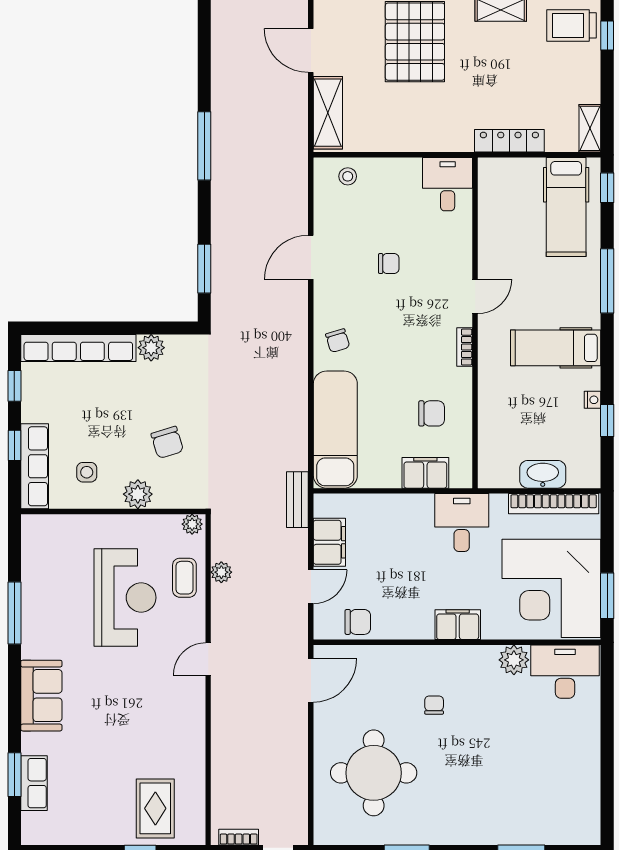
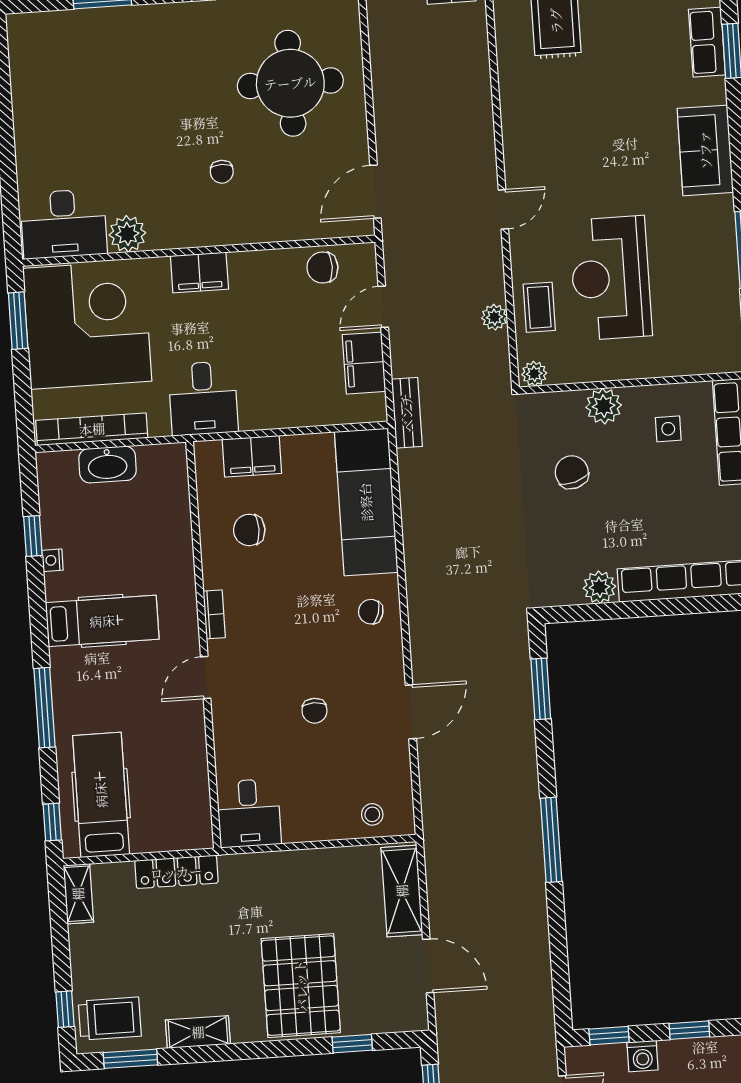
chair: (389, 264) -> (314, 711), turned -90
chair: (338, 341) -> (371, 612), turned -57

